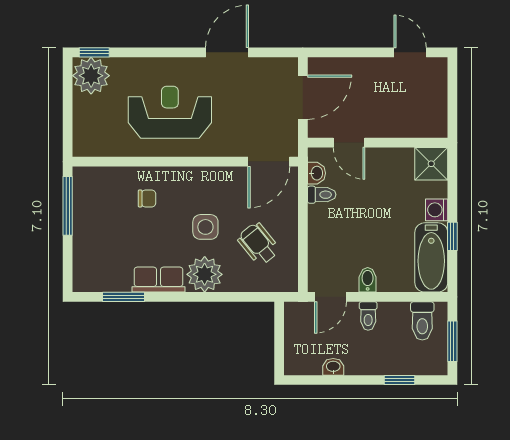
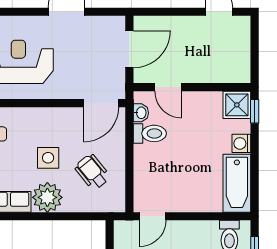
toilet: (322, 195) -> (150, 133), width x1.37, depth x1.39
window: (452, 236) -> (255, 111), moved
bidet: (368, 280) -> (184, 202), removed
toilet: (368, 316) -> (184, 232), removed

